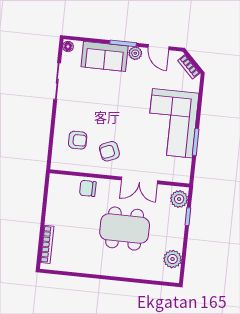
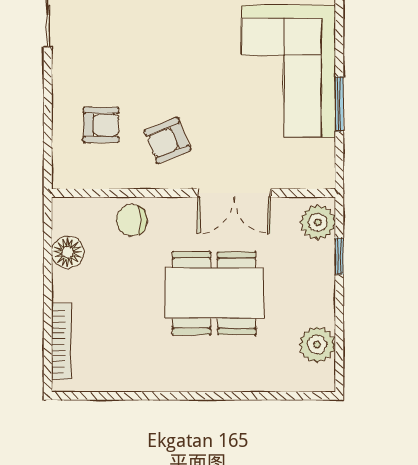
floor lamp: (55, 201) -> (68, 252), added

